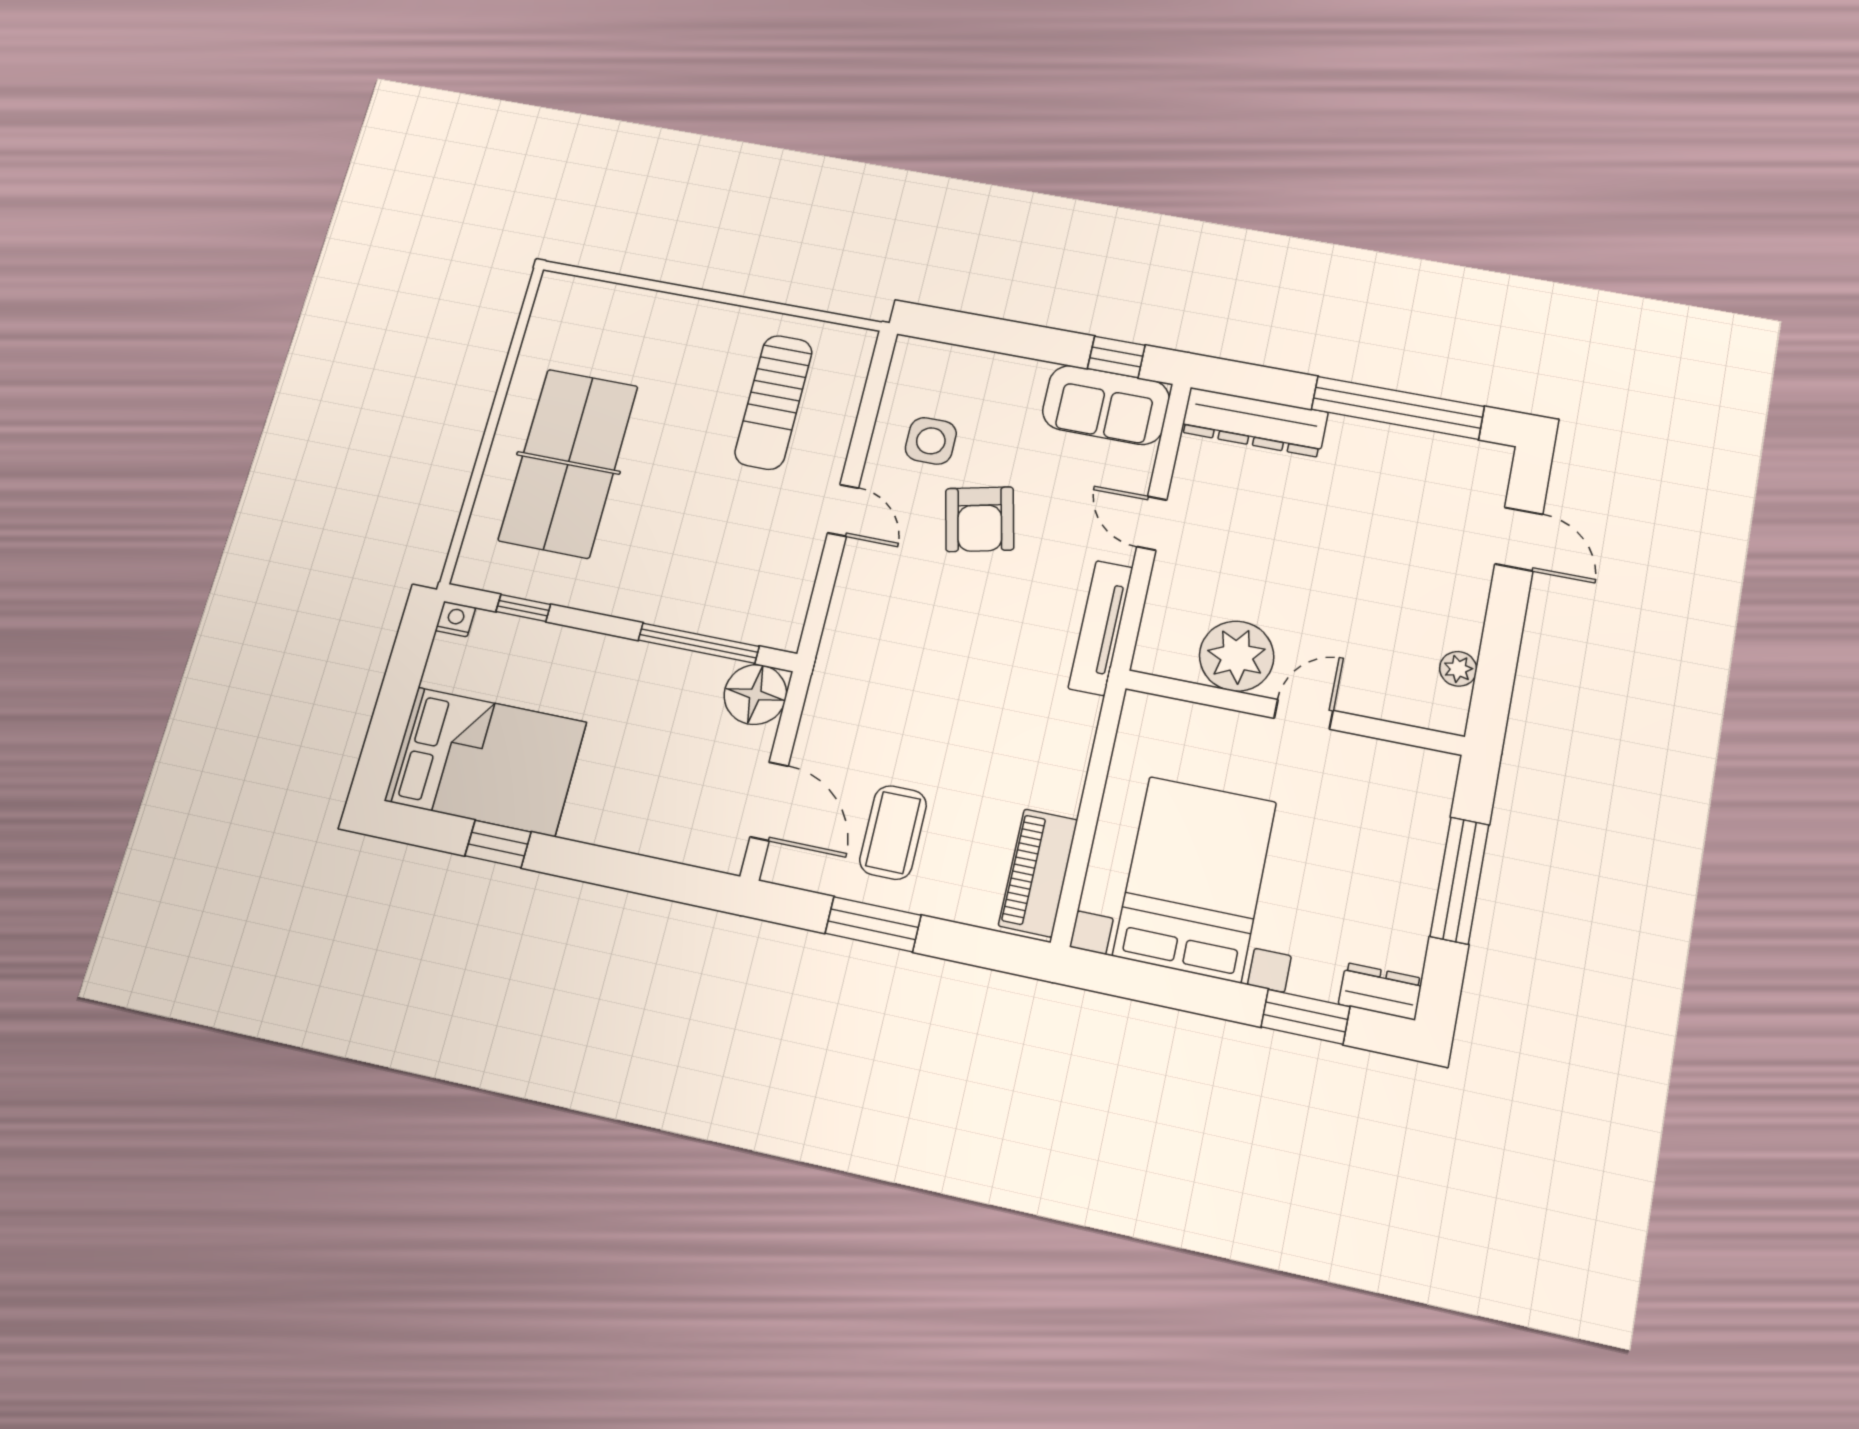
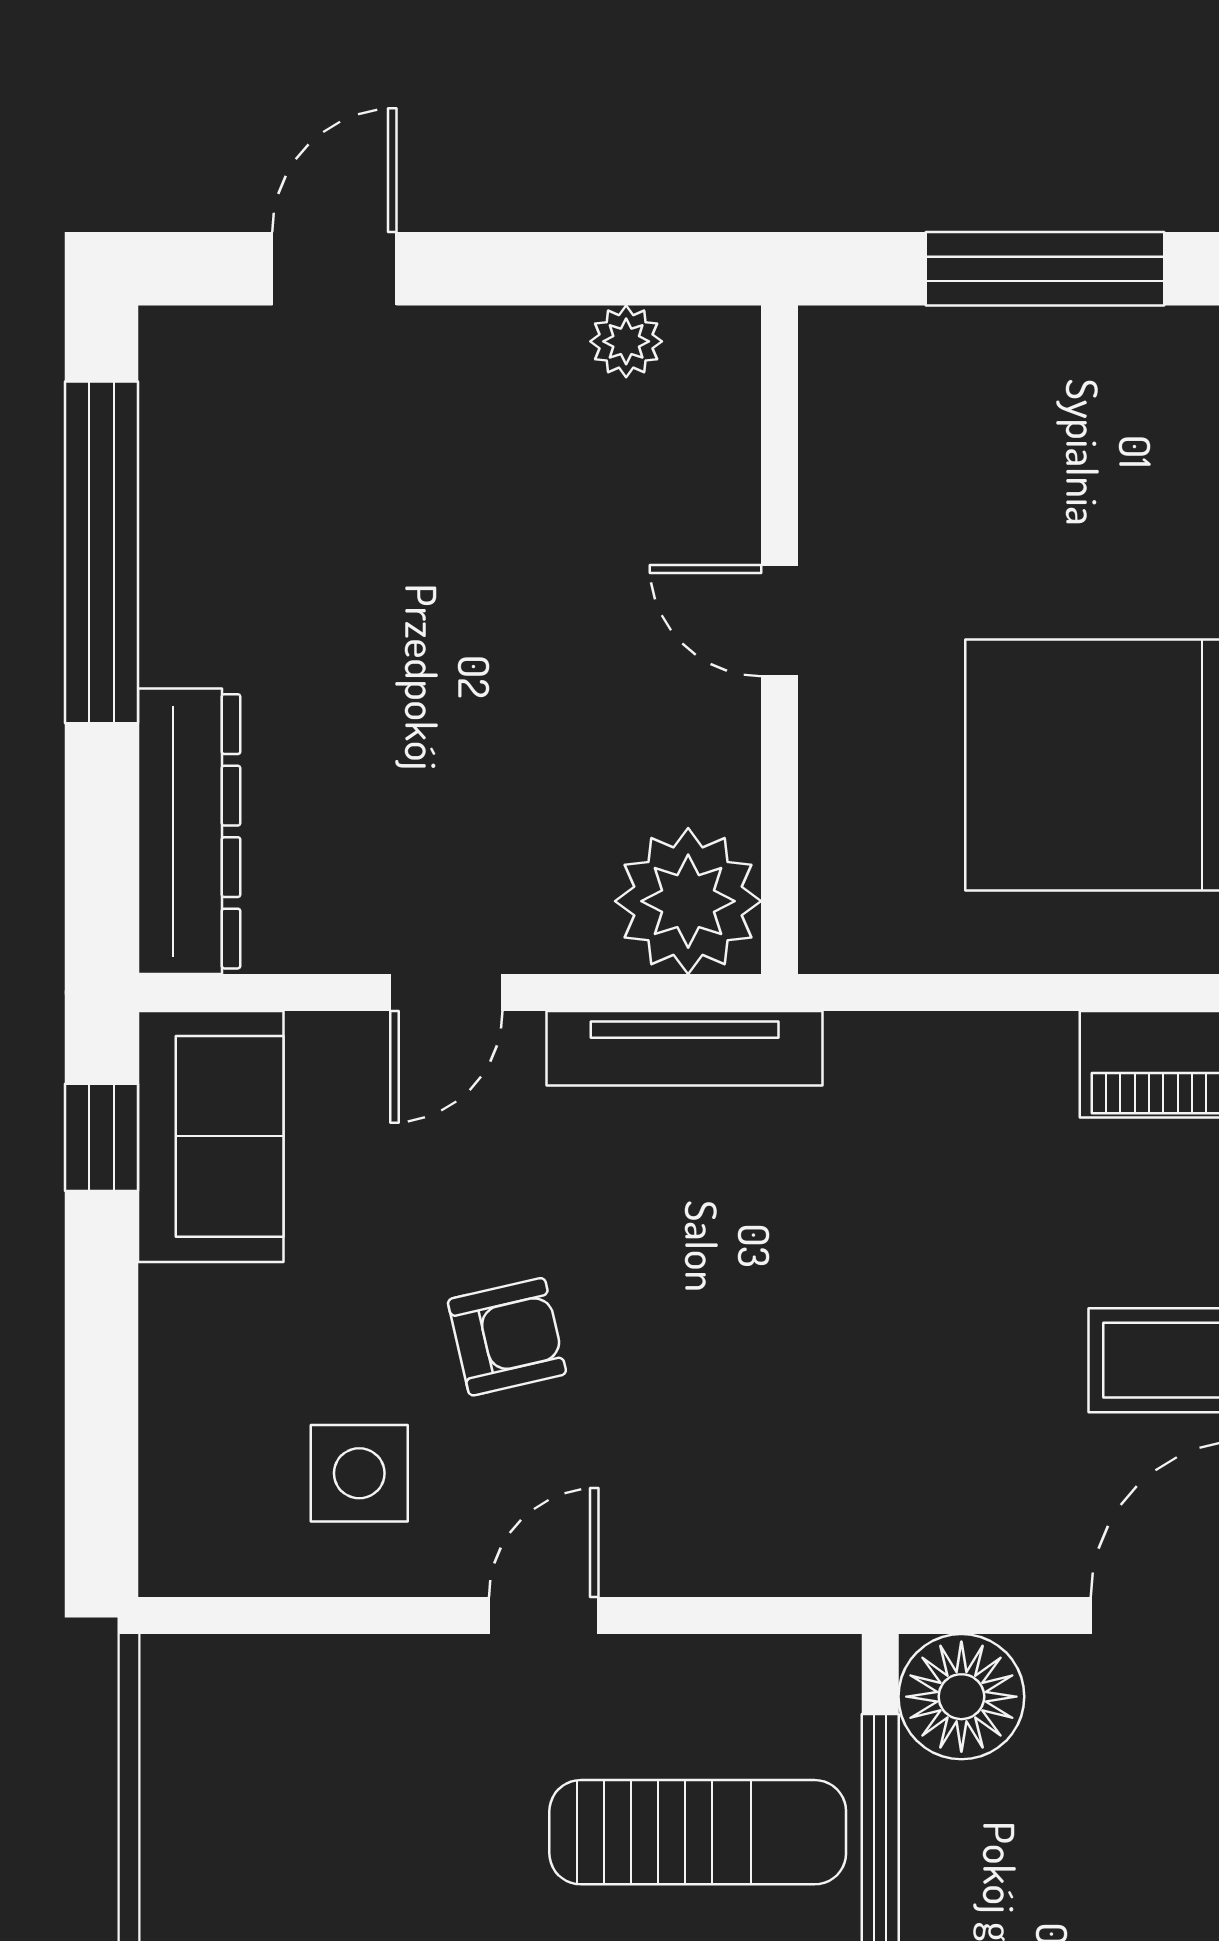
sun lounger: (774, 402) -> (698, 1832), moved
armchair: (980, 519) -> (507, 1337), width x0.72, depth x0.72
plant: (1237, 656) -> (688, 901), moved

